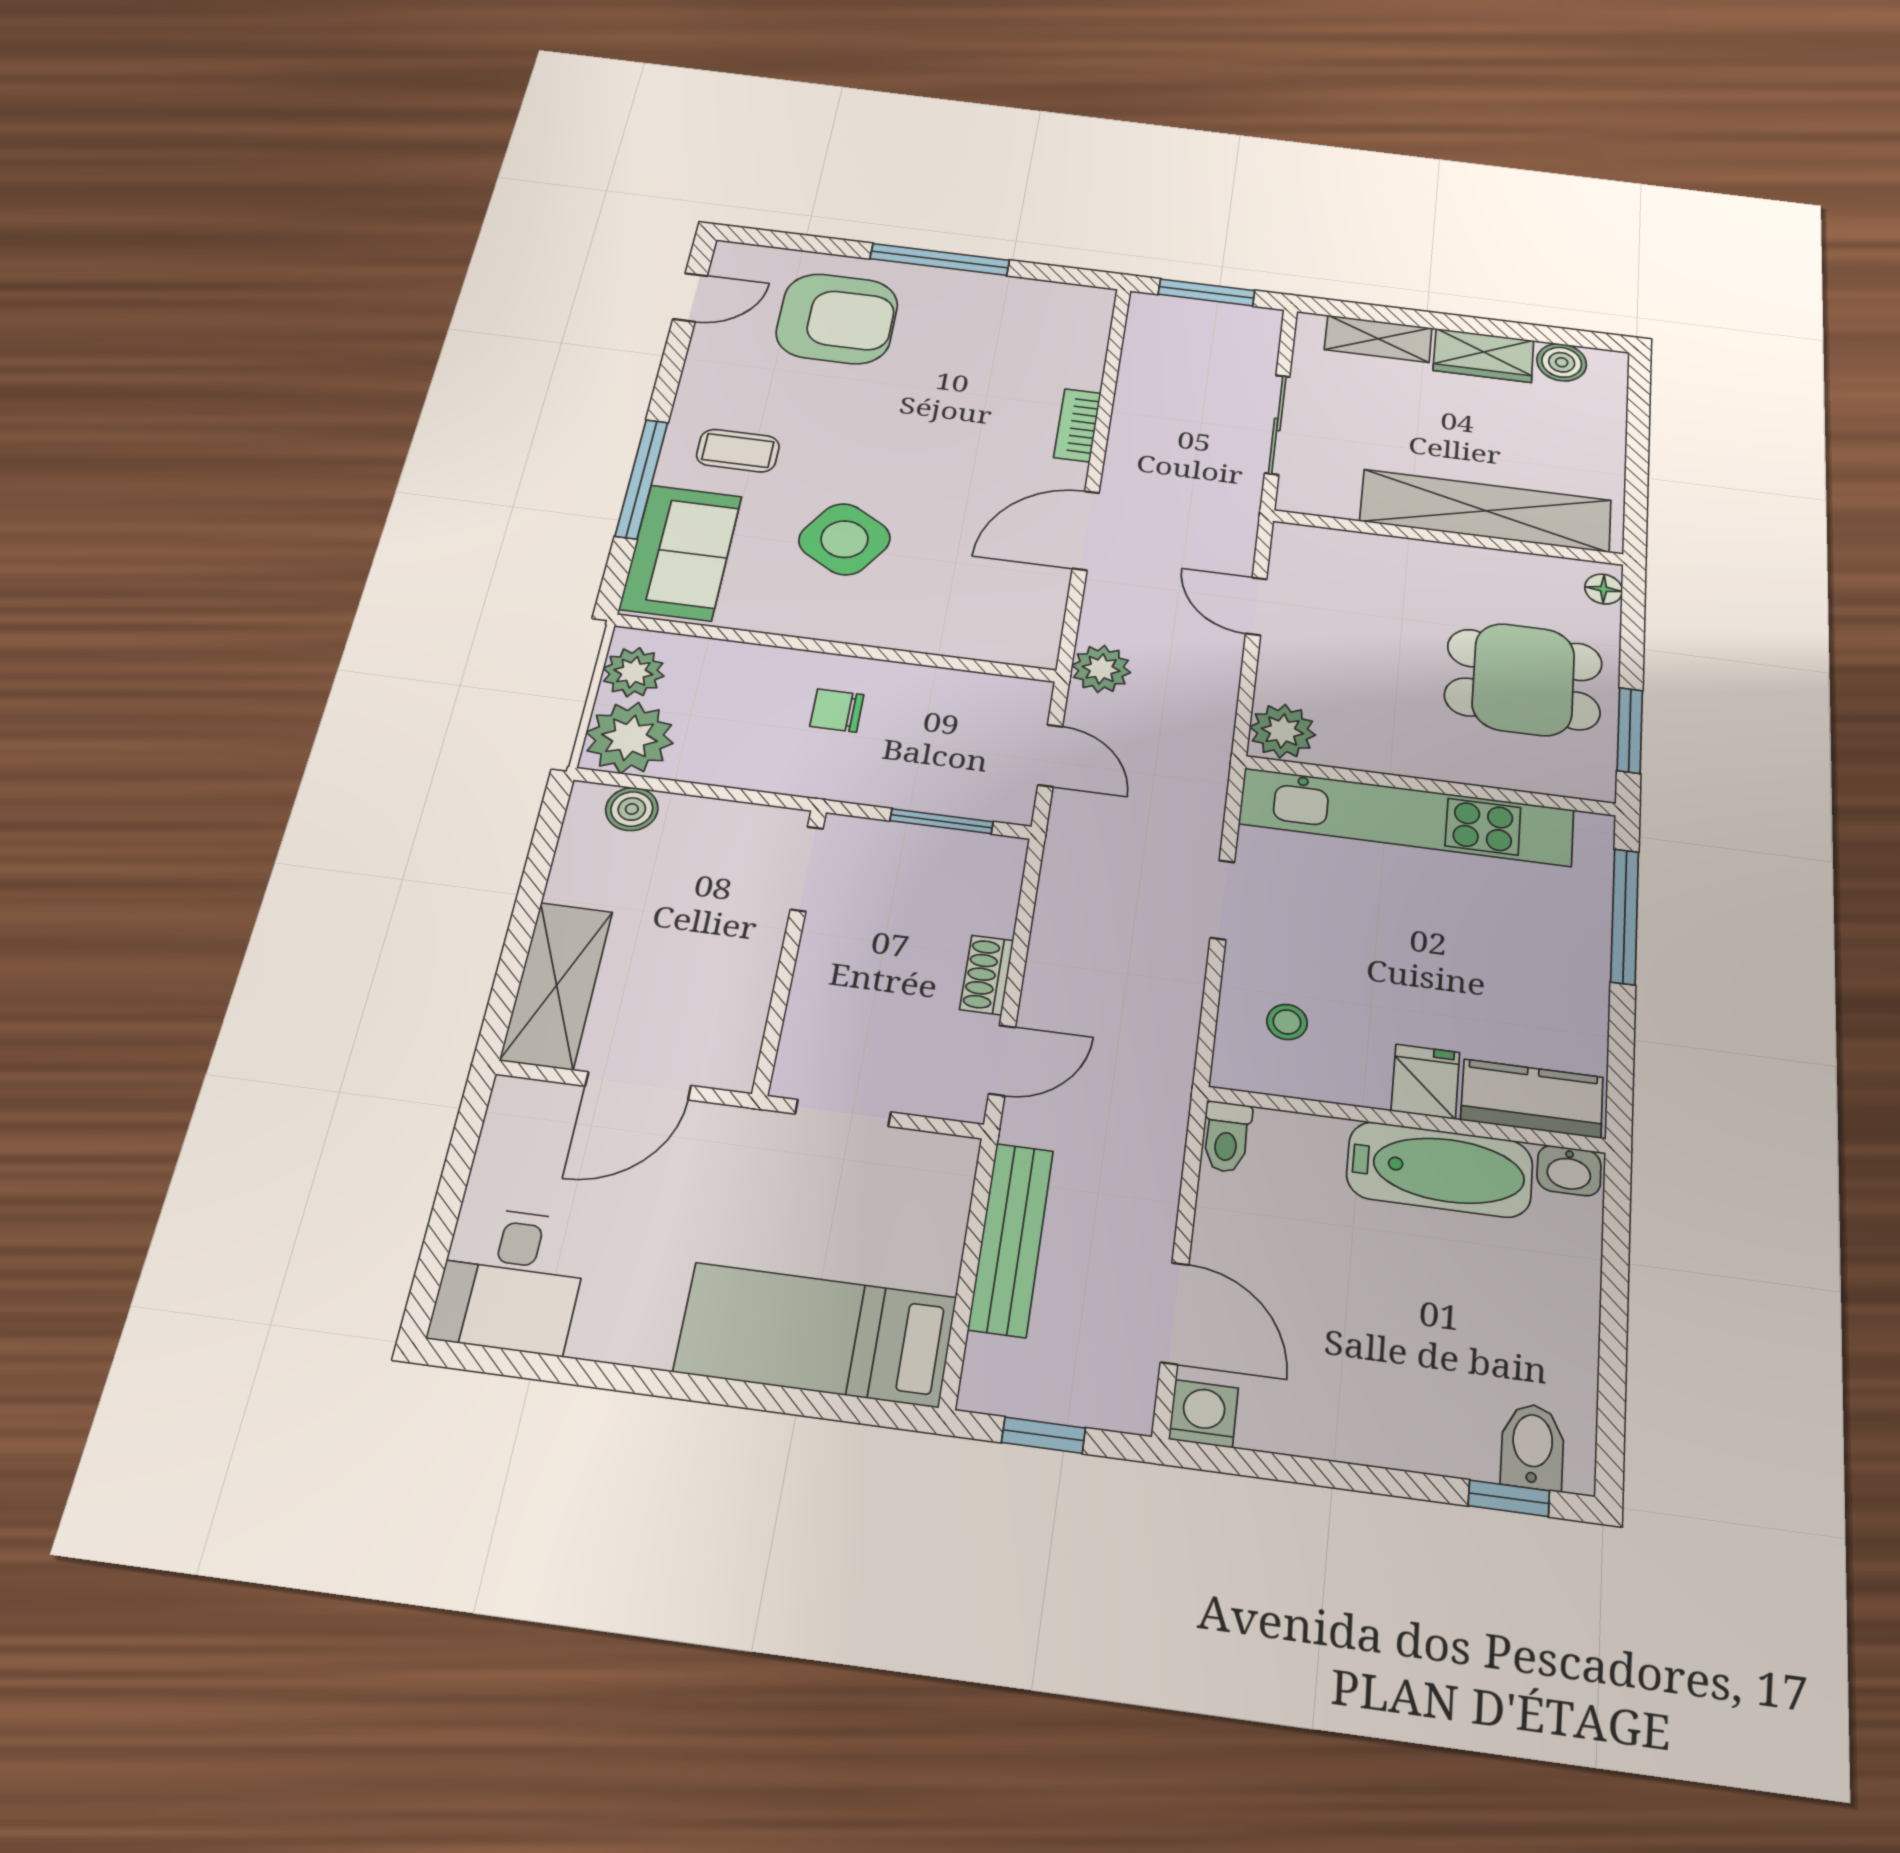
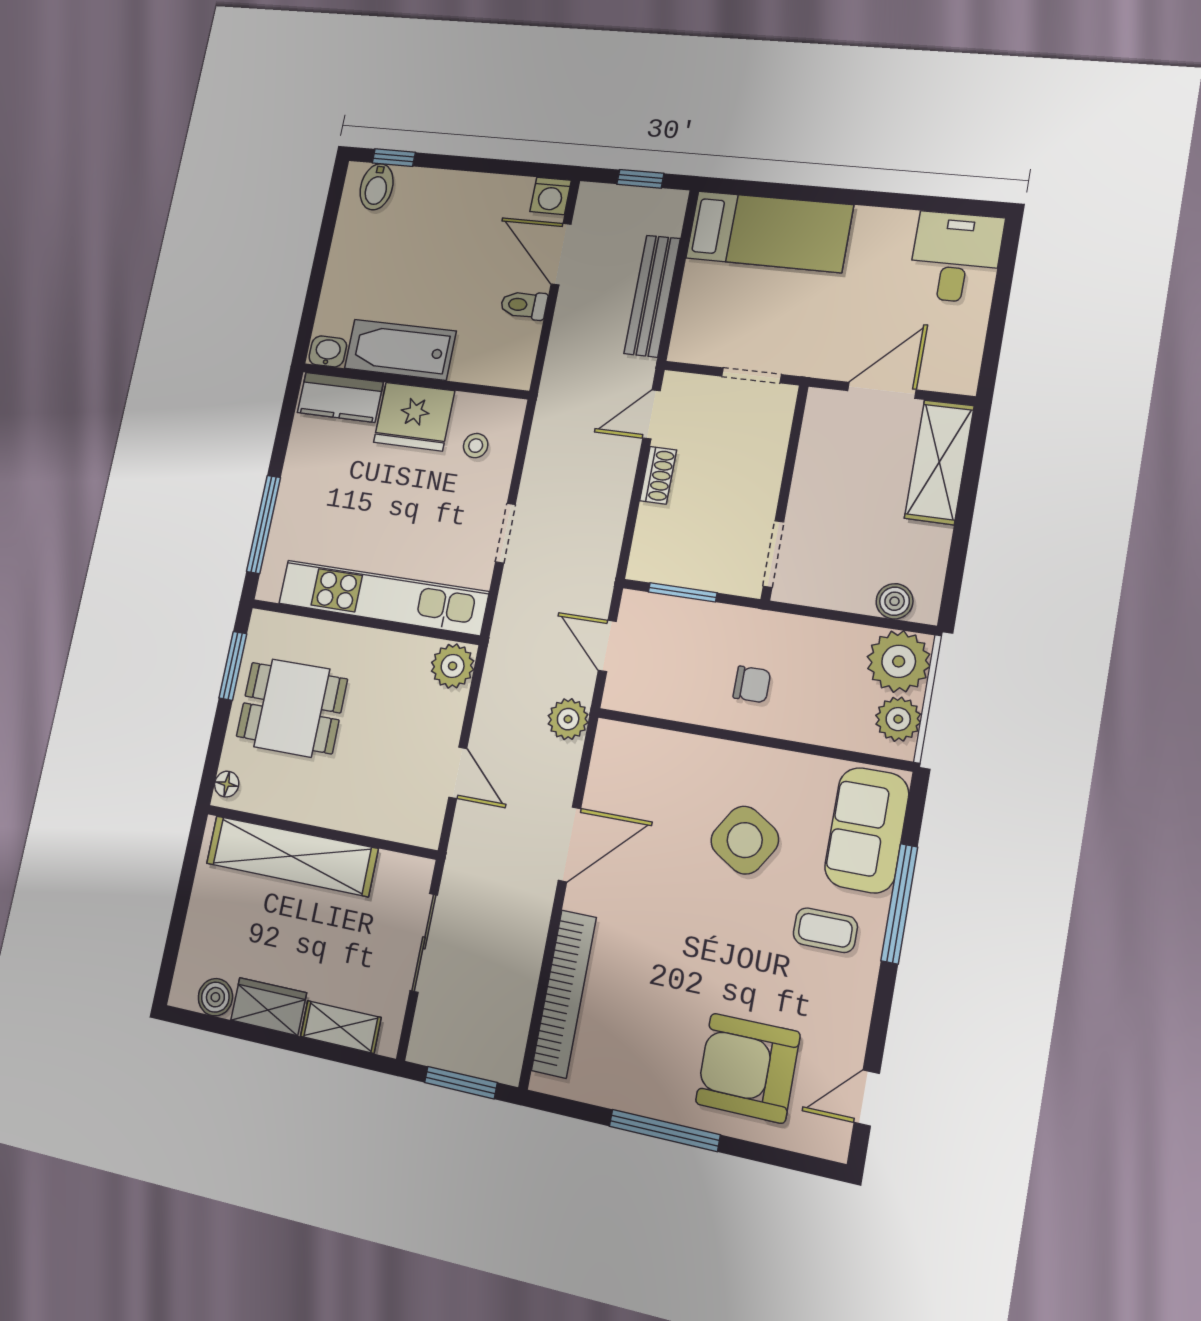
bookcase: (1077, 425) -> (564, 994), width x2.31, depth x1.31
fridge: (1425, 1082) -> (414, 417), width x1.88, depth x1.34
toilet: (1227, 1137) -> (524, 305), moved, turned -90

